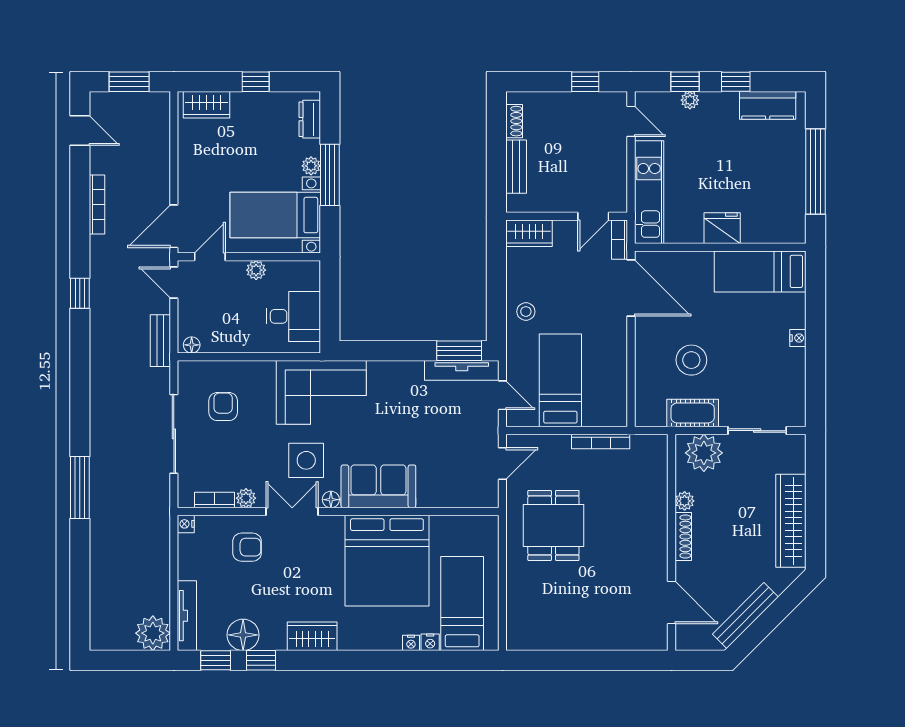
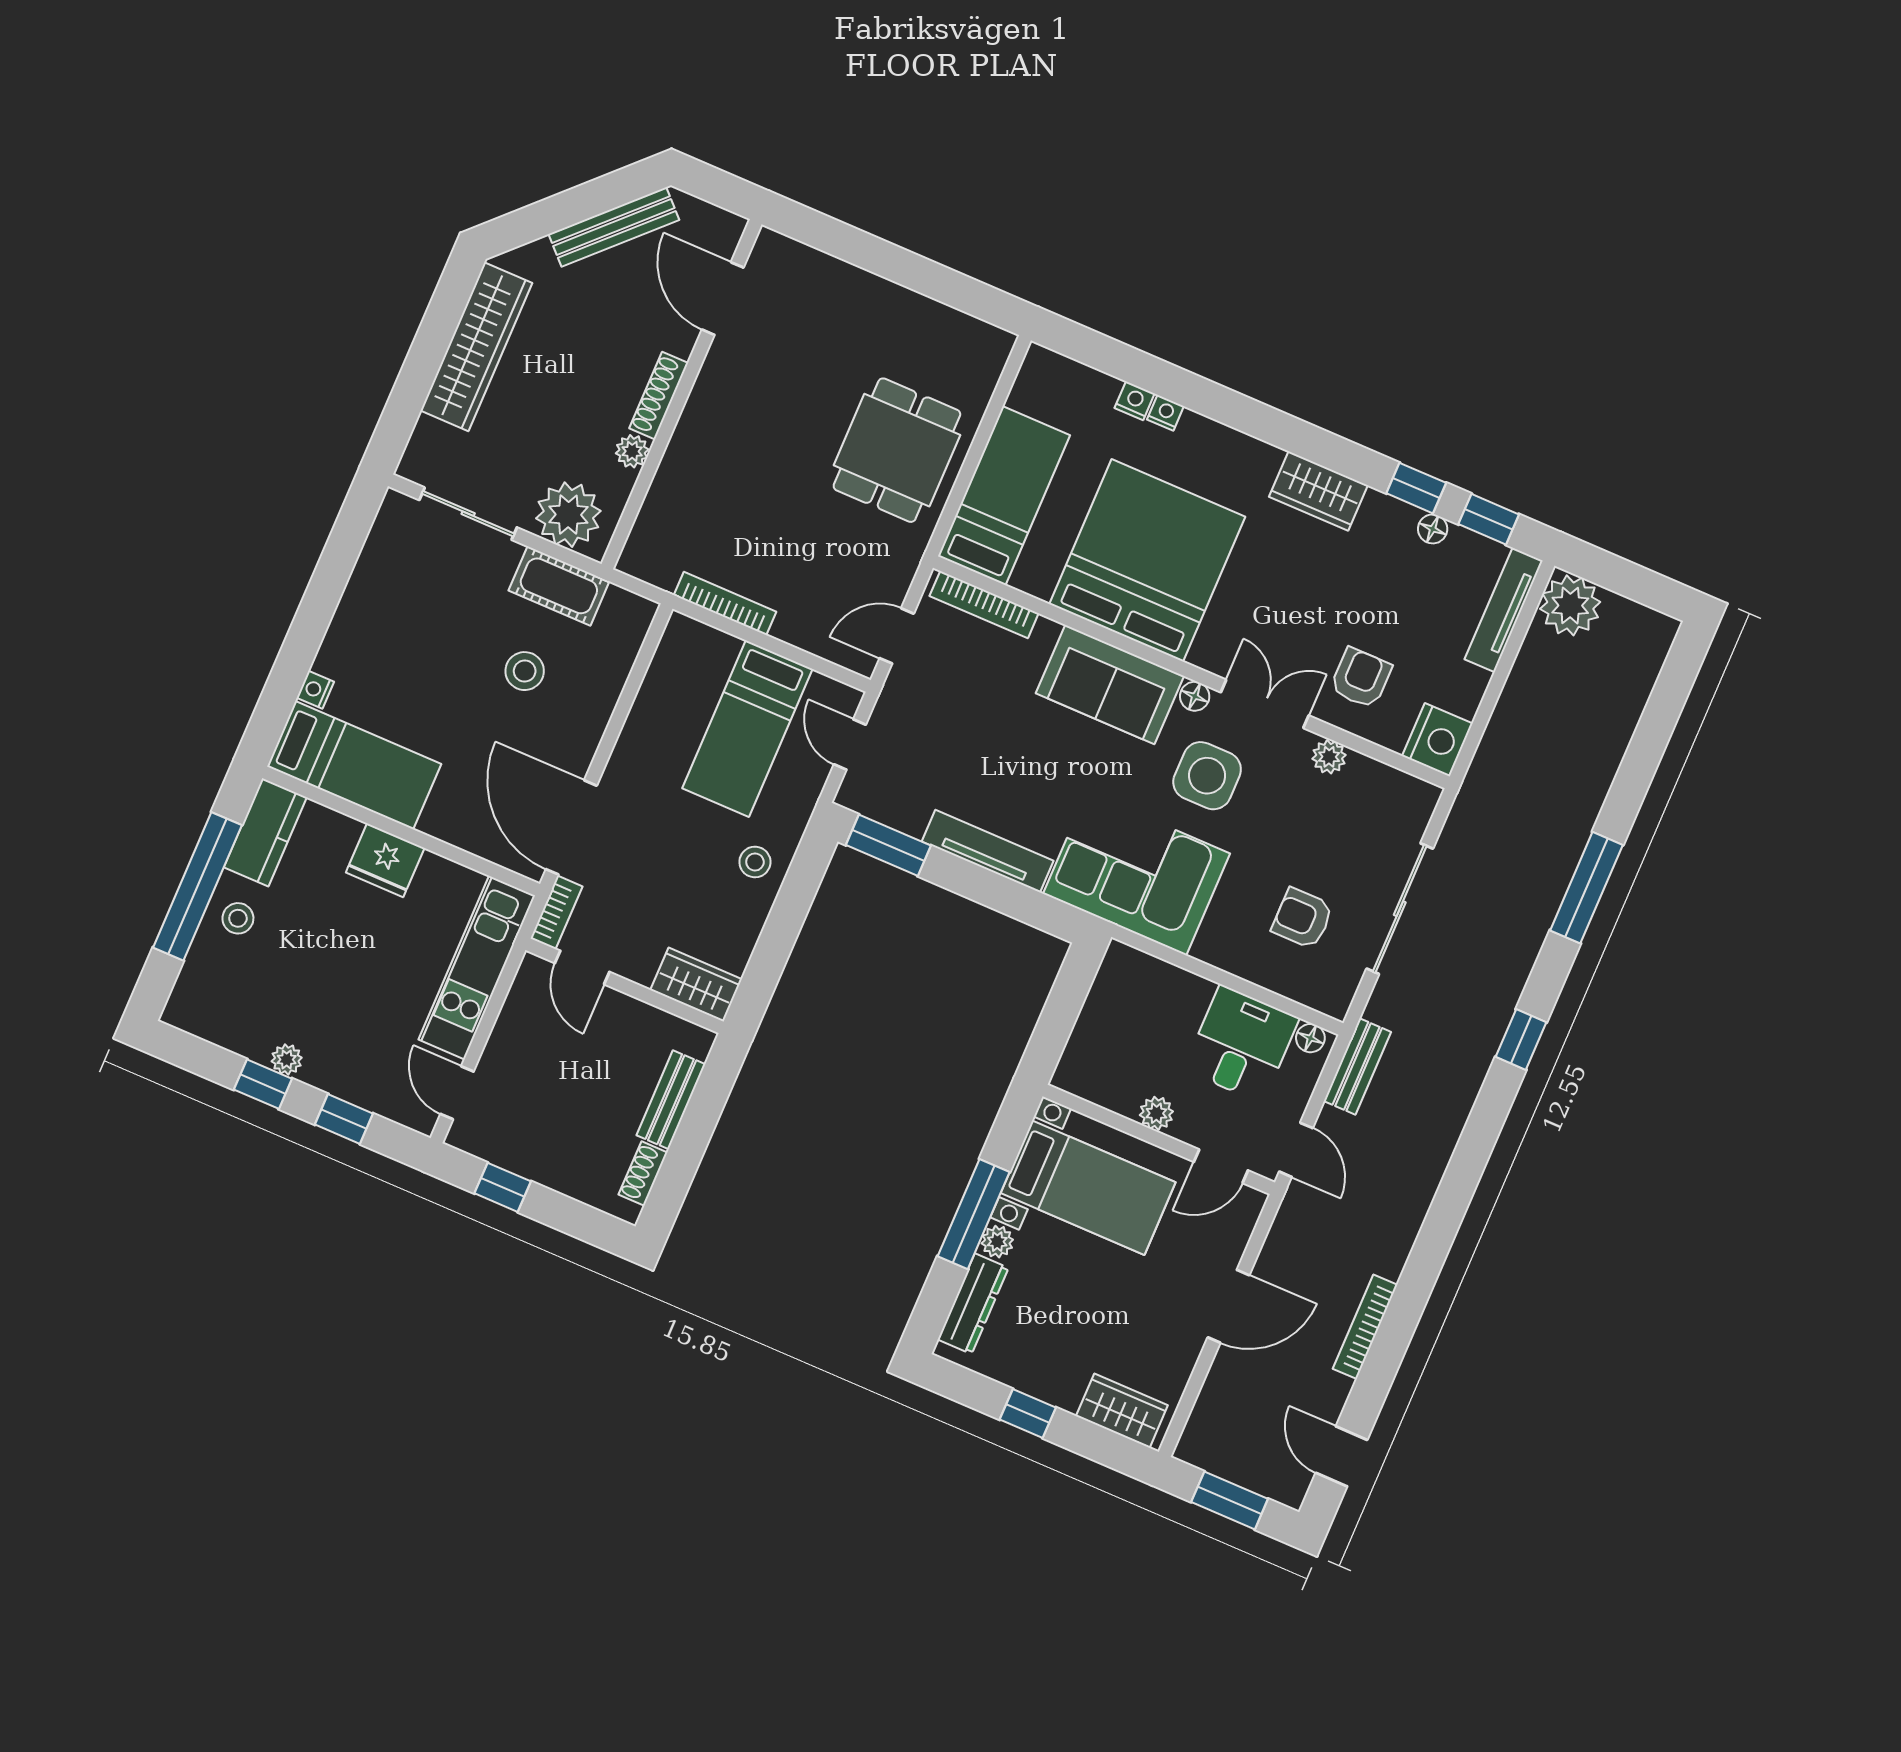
plant: (690, 100) -> (287, 1060), moved
kitchen counter: (768, 105) -> (265, 832), moved, turned 90
dresser: (310, 119) -> (973, 1304), width x1.44
stool: (787, 164) -> (238, 918), added
door: (593, 216) -> (582, 968), swing flipped
door: (174, 226) -> (1229, 1306), moved
window: (80, 293) -> (1521, 1039), moved
desk: (293, 316) -> (1241, 1044), moved, turned 90
nightstand: (798, 338) -> (315, 690), moved
stool: (691, 360) -> (525, 671), width x0.73, depth x0.73
tv unit: (462, 370) -> (988, 851), moved
armchair: (223, 407) -> (1303, 918), turned 90
bookcase: (214, 500) -> (984, 605), moved, width x1.56
double door: (292, 511) -> (1265, 704), swing flipped
nightstand: (186, 524) -> (1437, 740), width x1.89, depth x1.79
dining table: (553, 525) -> (897, 450), moved
armchair: (247, 547) -> (1361, 678), turned 90
bed: (462, 604) -> (1004, 496), moved, turned 180
floor lamp: (243, 635) -> (1433, 529), width x0.53, depth x0.53

